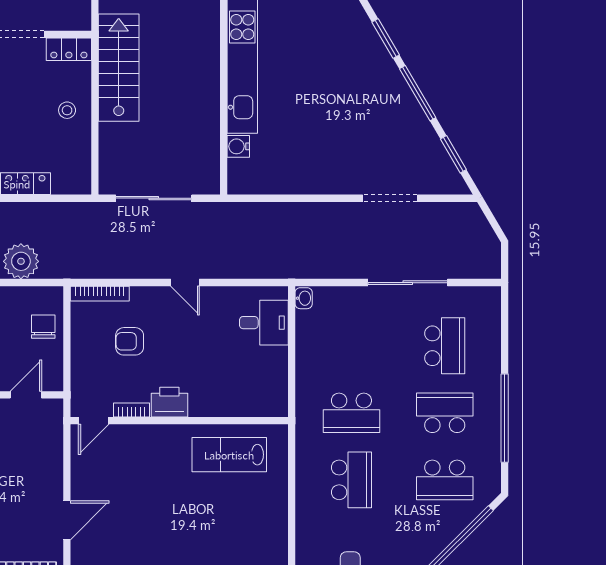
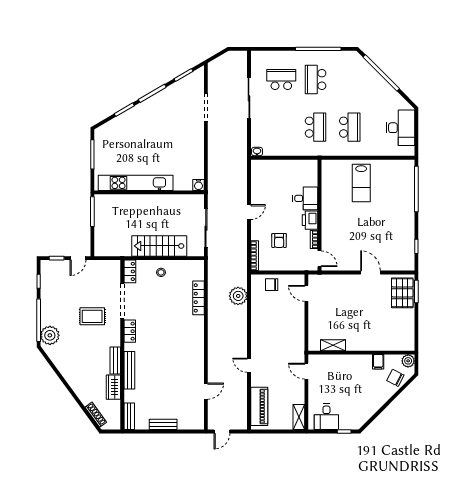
stairs: (119, 68) -> (159, 246), moved
water cooler: (238, 146) -> (199, 185), moved
desk: (264, 323) -> (305, 198), moved, turned 90
lab bench: (229, 455) -> (361, 183), moved
school desk: (351, 480) -> (350, 127), turned 90
school desk: (445, 480) -> (350, 79), removed

